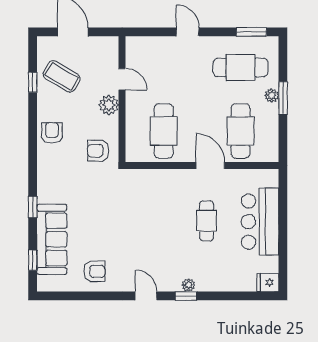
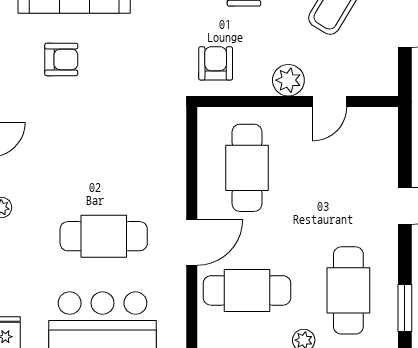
cafe table: (164, 131) -> (247, 168), turned 90
cafe table: (207, 221) -> (104, 236), width x1.37, depth x1.35
armchair: (94, 271) -> (61, 59), moved, turned -90

